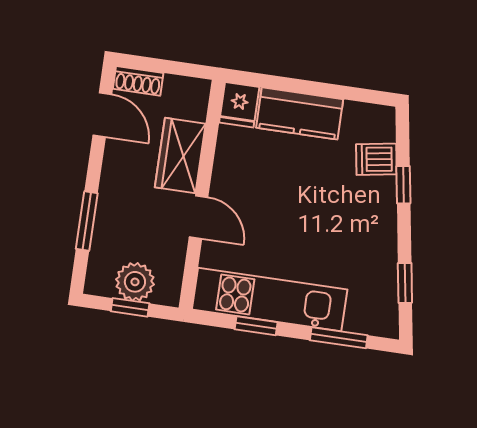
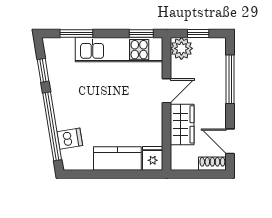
window: (403, 185) -> (52, 126), width x3.17
door: (199, 217) -> (166, 91), swing flipped
window: (87, 221) -> (230, 79), width x1.44
plant: (135, 282) -> (181, 48), moved
window: (256, 326) -> (141, 34), moved

